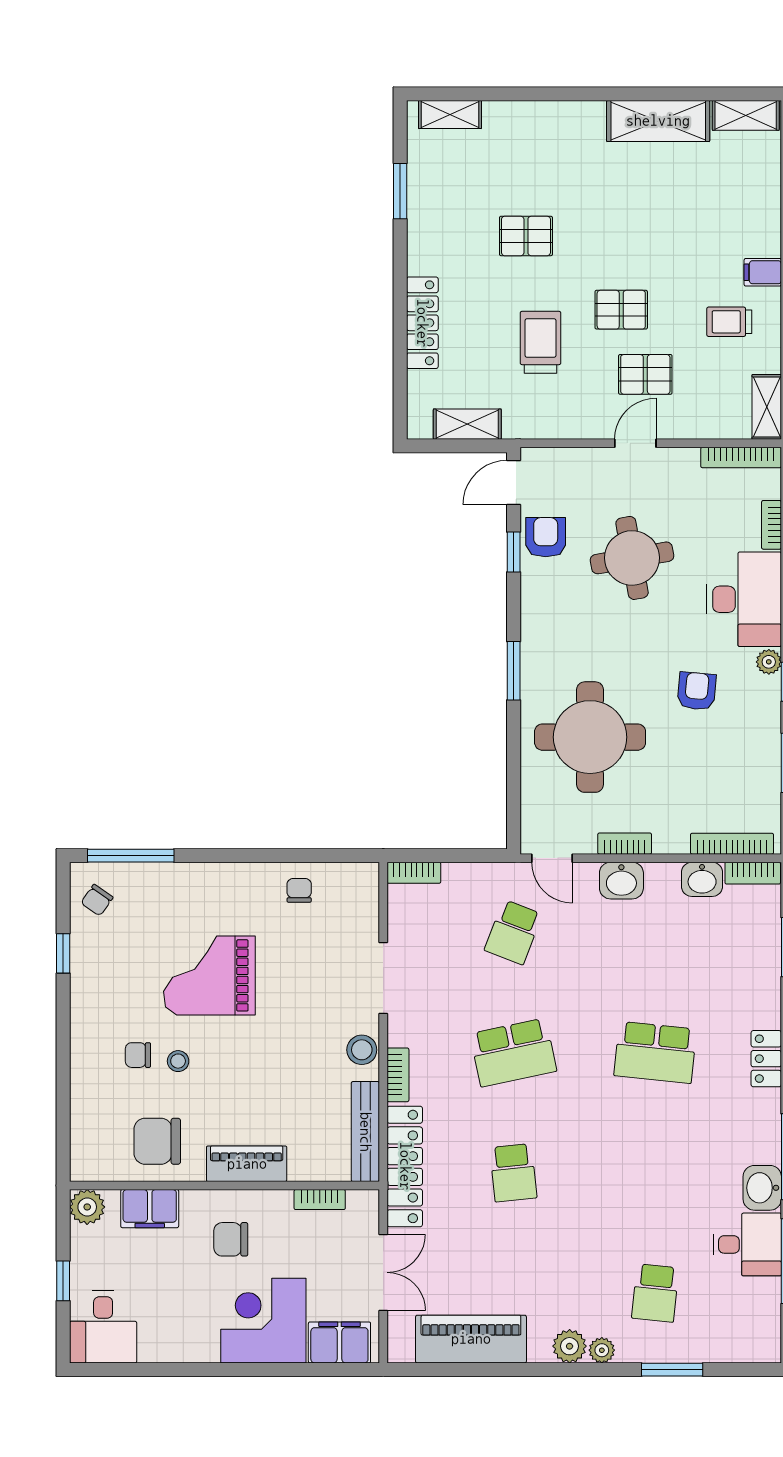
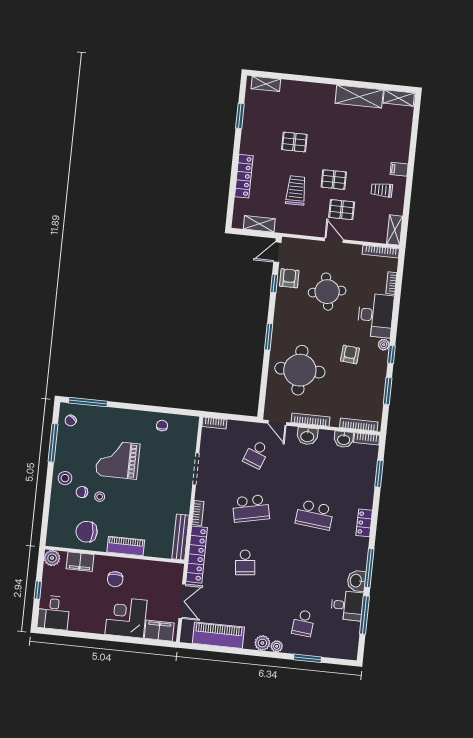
door: (635, 443) -> (334, 240), hinge flipped
bookcase: (625, 844) -> (310, 420), width x1.56
window: (63, 953) -> (53, 443), width x2.17
stool: (362, 1050) -> (65, 478), moved
bookcase: (320, 1200) -> (157, 565), removed
chair: (231, 1239) -> (115, 579), turned -90

